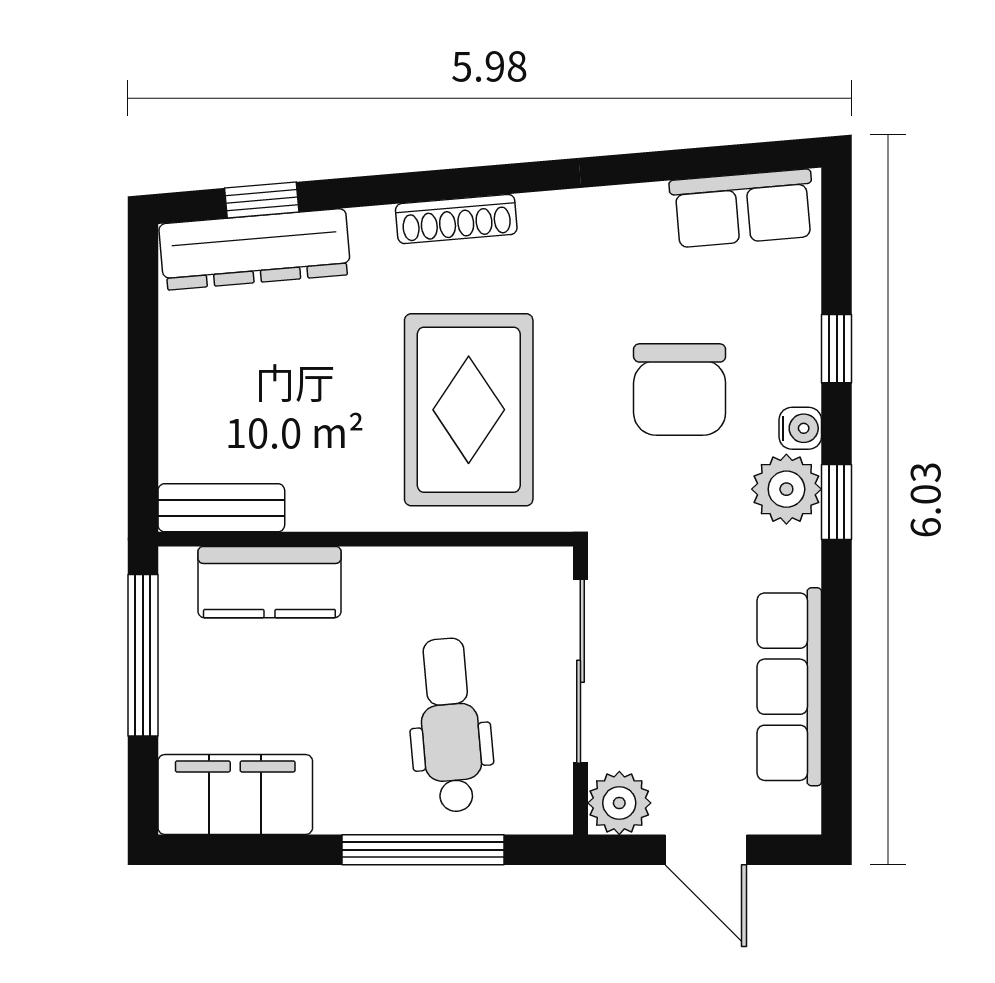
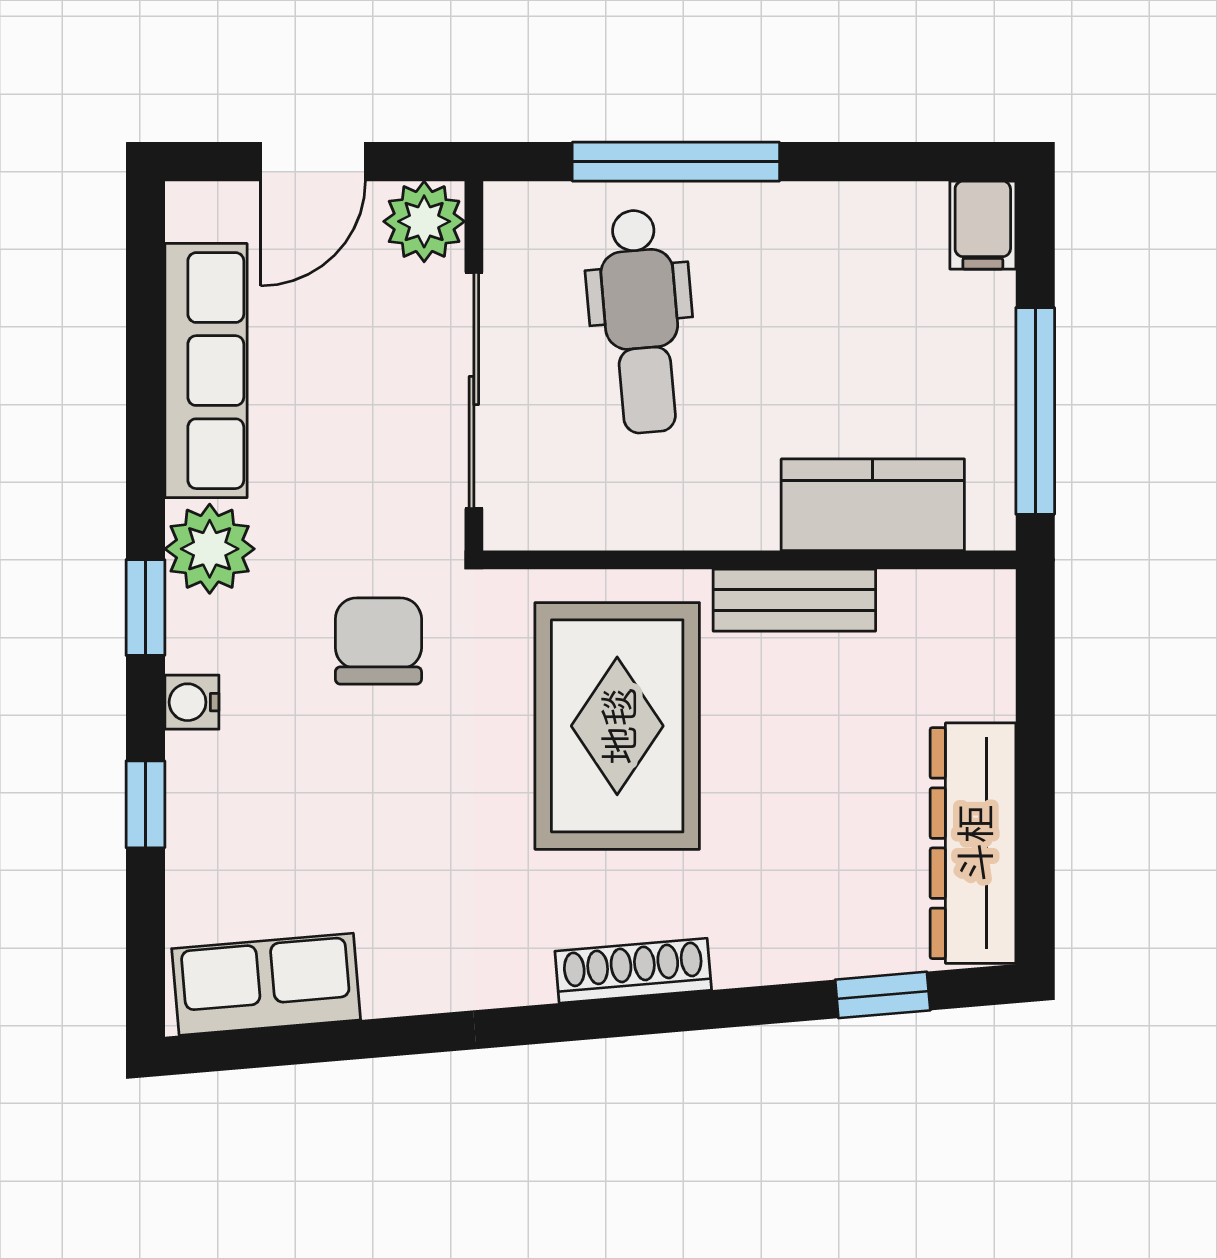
dresser: (255, 249) -> (973, 843), moved, turned -85
chair: (680, 390) -> (378, 641), moved, width x0.73, depth x0.73
plant: (786, 489) -> (210, 549), moved
bench: (221, 508) -> (794, 600), moved
filing cabinet: (235, 794) -> (983, 225), width x0.33, depth x0.86
door: (706, 850) -> (313, 162), swing flipped

